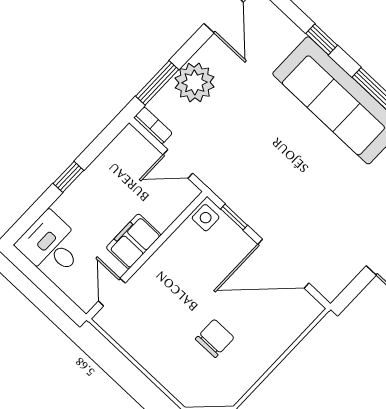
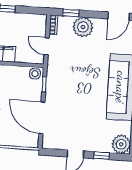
window: (157, 83) -> (71, 13), width x0.67

